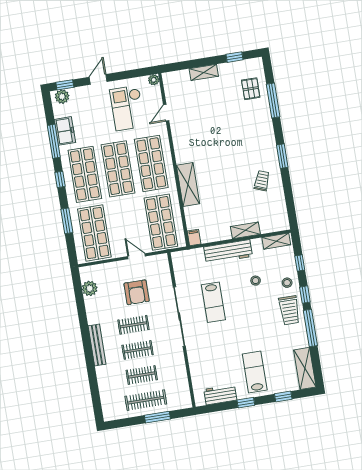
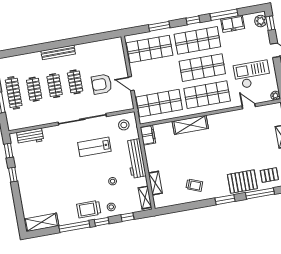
pallet: (258, 122) -> (242, 182), added
window: (282, 156) -> (225, 200), moved
shelving: (245, 230) -> (155, 183), moved
filing cabinet: (194, 237) -> (148, 135), width x2.00
door: (136, 256) -> (131, 84), swing flipped
stool: (187, 266) -> (124, 125), added
plant: (90, 288) -> (104, 46), removed
lab bench: (255, 372) -> (38, 181), removed
workbench: (220, 395) -> (30, 137), moved, turned 90
window: (283, 396) -> (8, 151), moved

